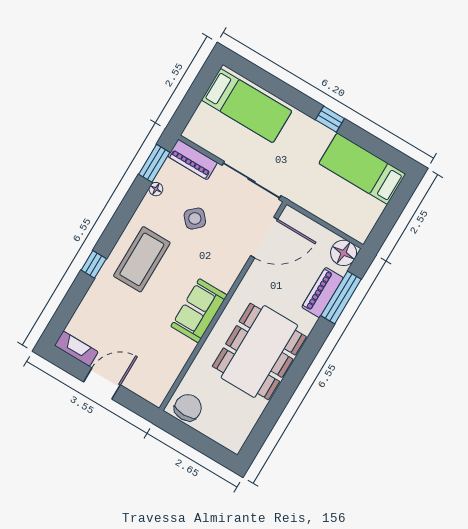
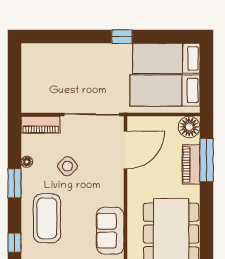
bed: (247, 106) -> (165, 90), moved, turned 180
window: (154, 163) -> (15, 183), moved

